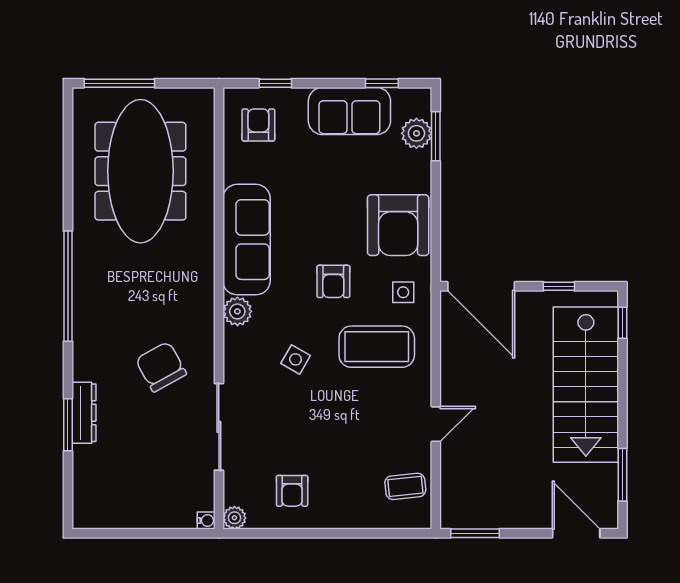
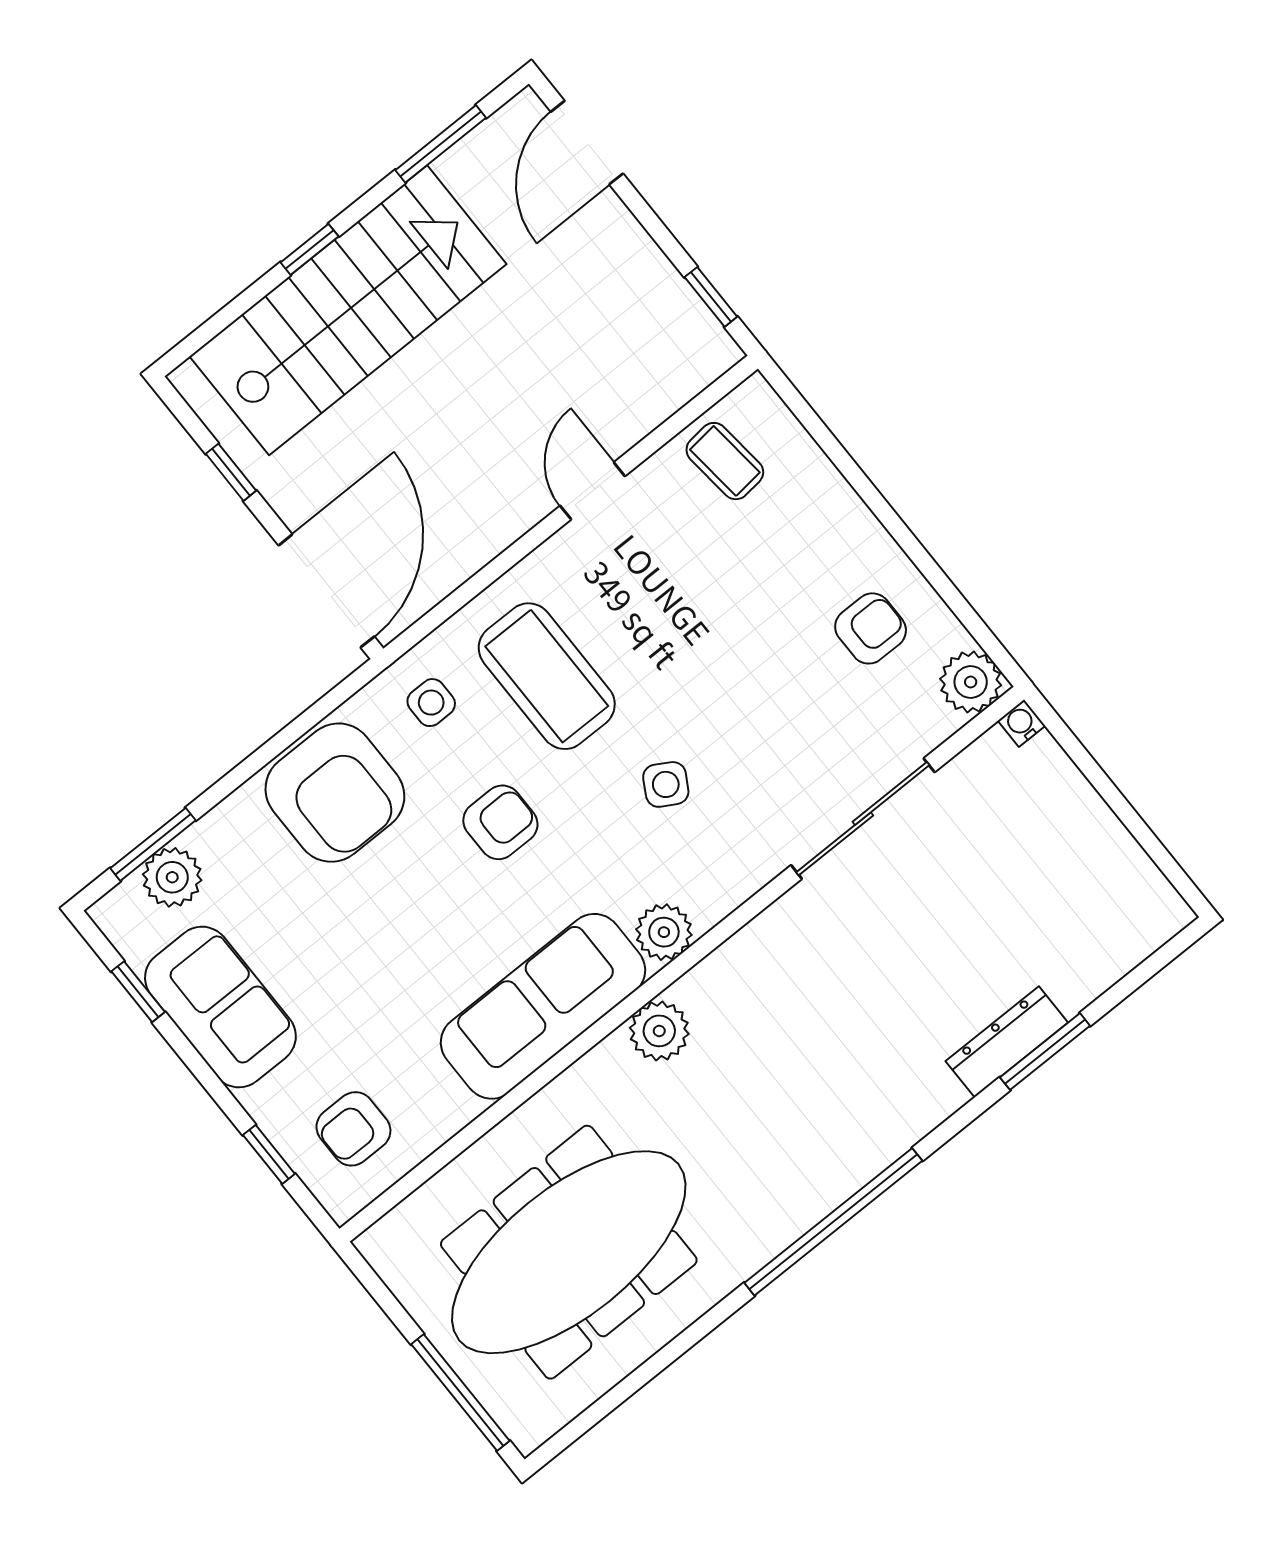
armchair: (398, 225) -> (335, 793), turned 90
plant: (200, 278) -> (659, 1031), added
window: (622, 323) -> (310, 249), moved
chair: (161, 367) -> (842, 981), removed
door: (436, 424) -> (592, 491), hinge flipped
plant: (234, 518) -> (971, 682), width x1.38, depth x1.38
window: (475, 533) -> (711, 297), width x0.67

